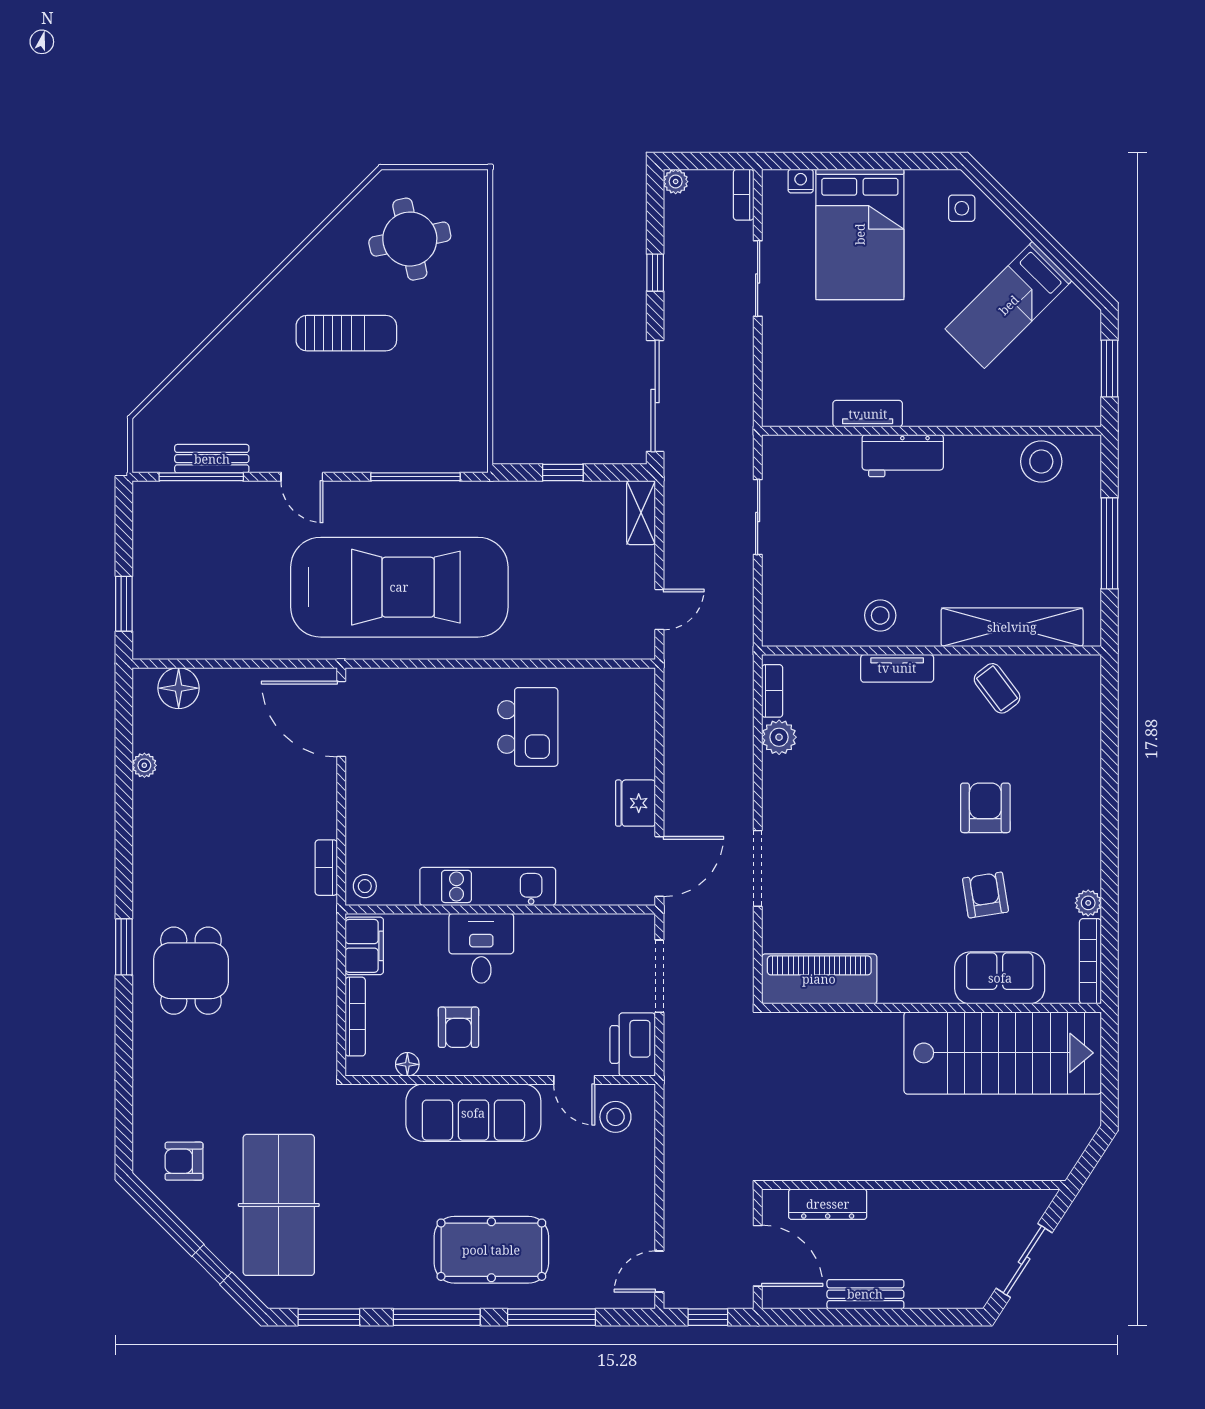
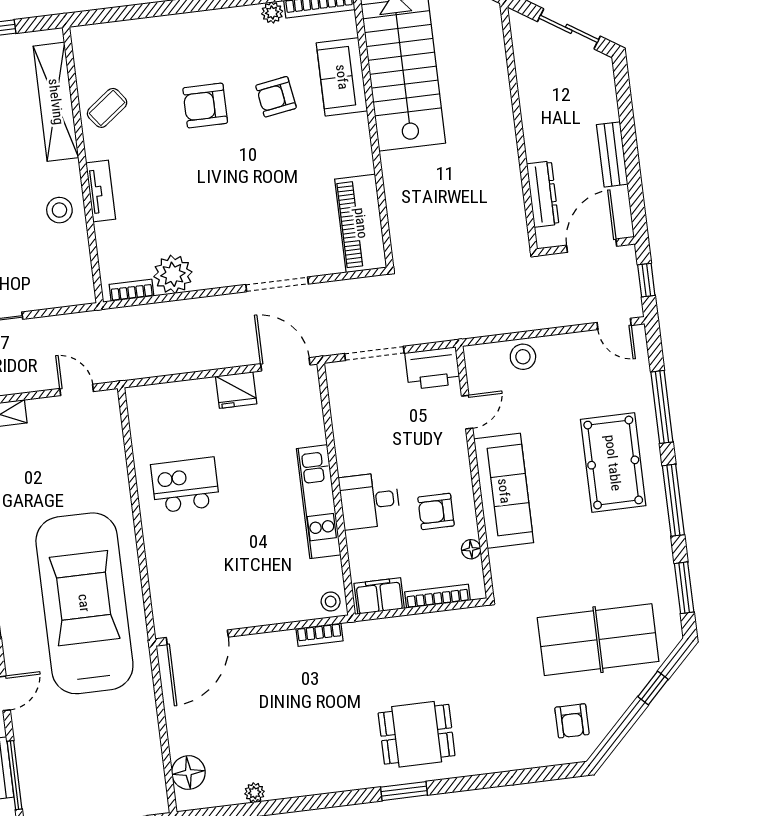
plant: (779, 737) -> (173, 274), width x1.36, depth x1.36
armchair: (458, 1027) -> (436, 511), turned 180
stool: (615, 1117) -> (523, 357), moved

